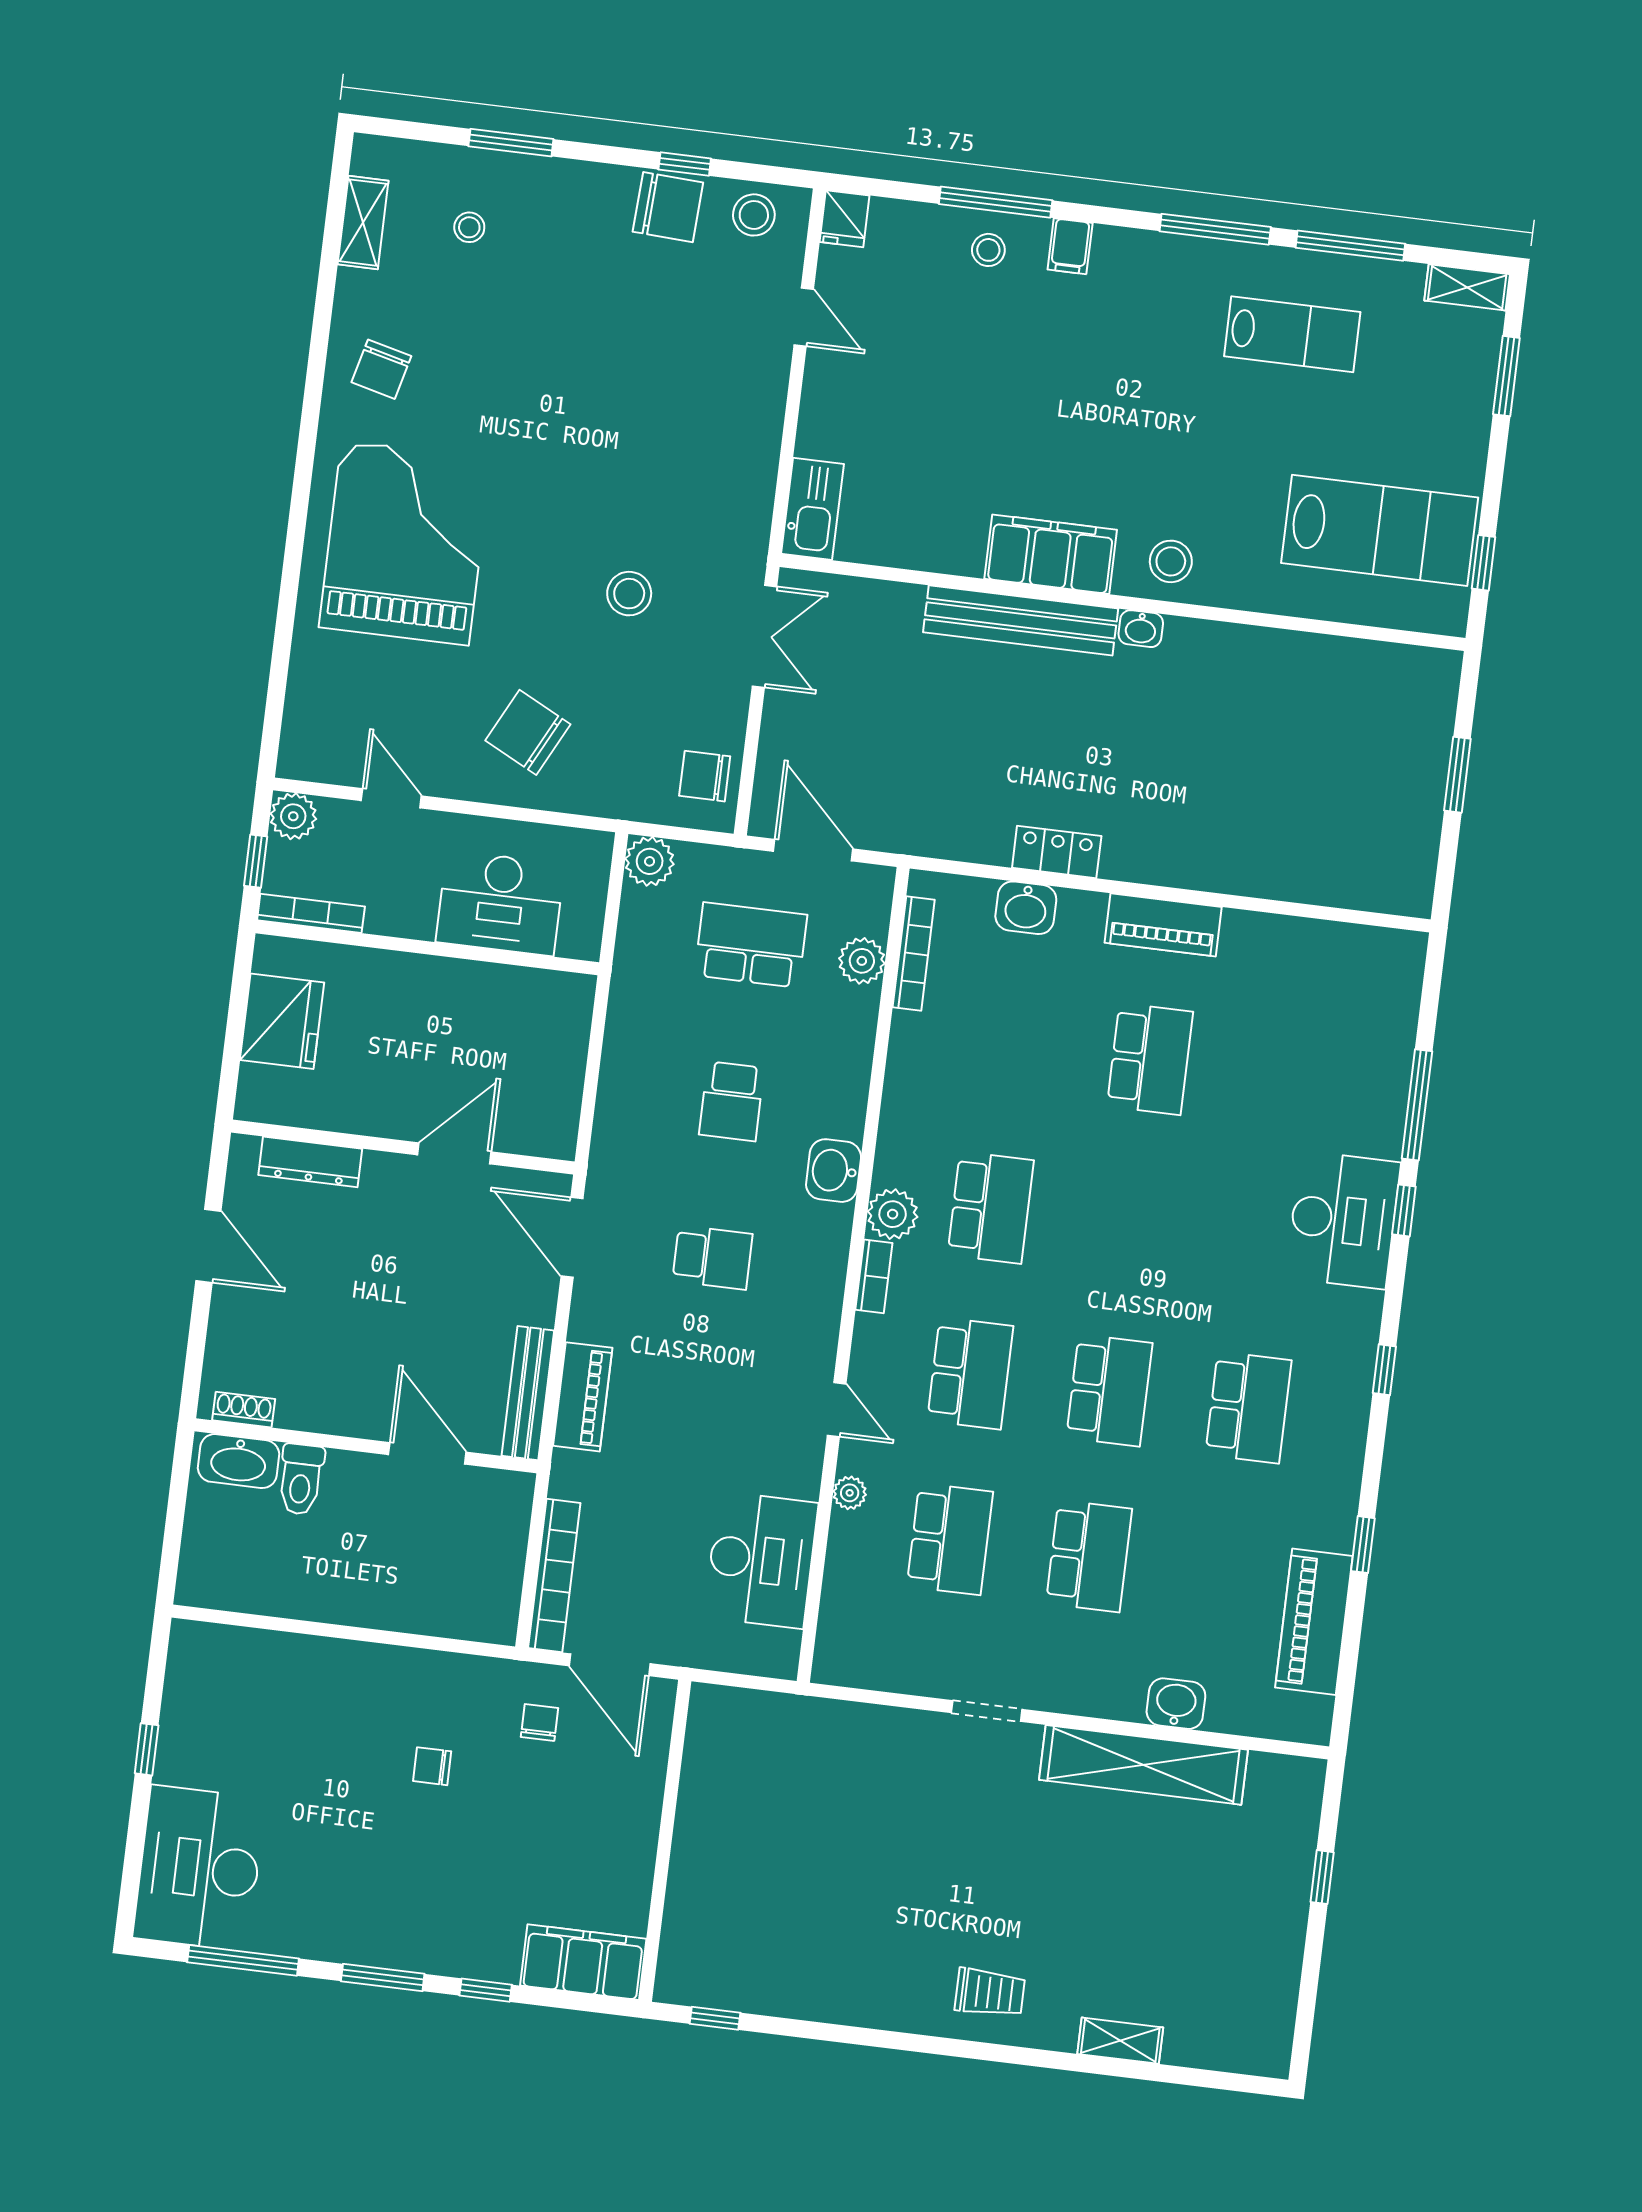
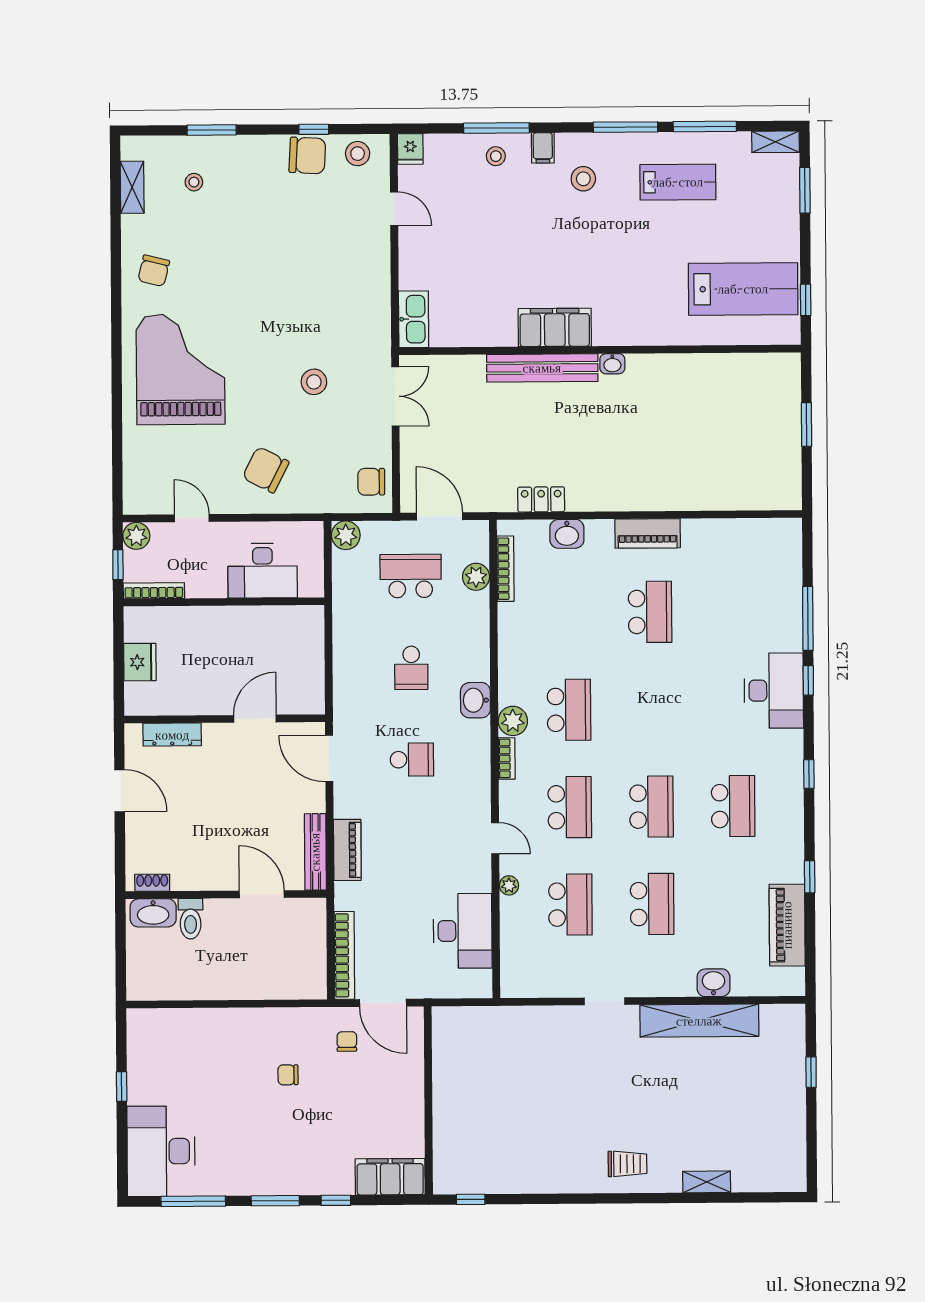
stool: (1171, 561) -> (583, 179), moved
locker: (1057, 852) -> (541, 499), moved
fridge: (282, 1021) -> (140, 662), width x0.73, depth x0.75

